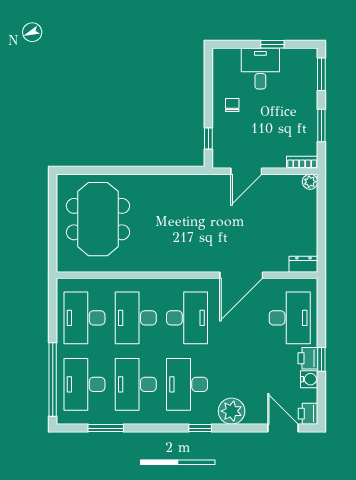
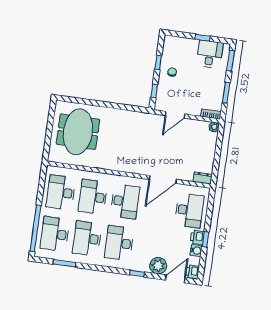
desk: (260, 69) -> (210, 54), moved
window: (208, 93) -> (158, 62), added
plant: (232, 411) -> (158, 266), moved
window: (200, 428) -> (137, 273), moved
door: (283, 428) -> (175, 279), hinge flipped

